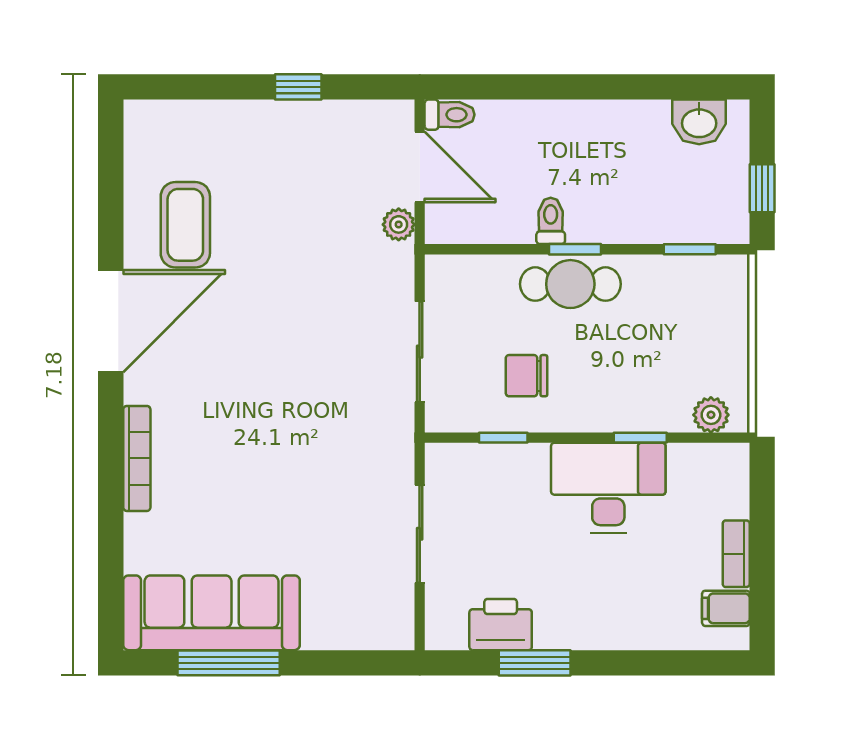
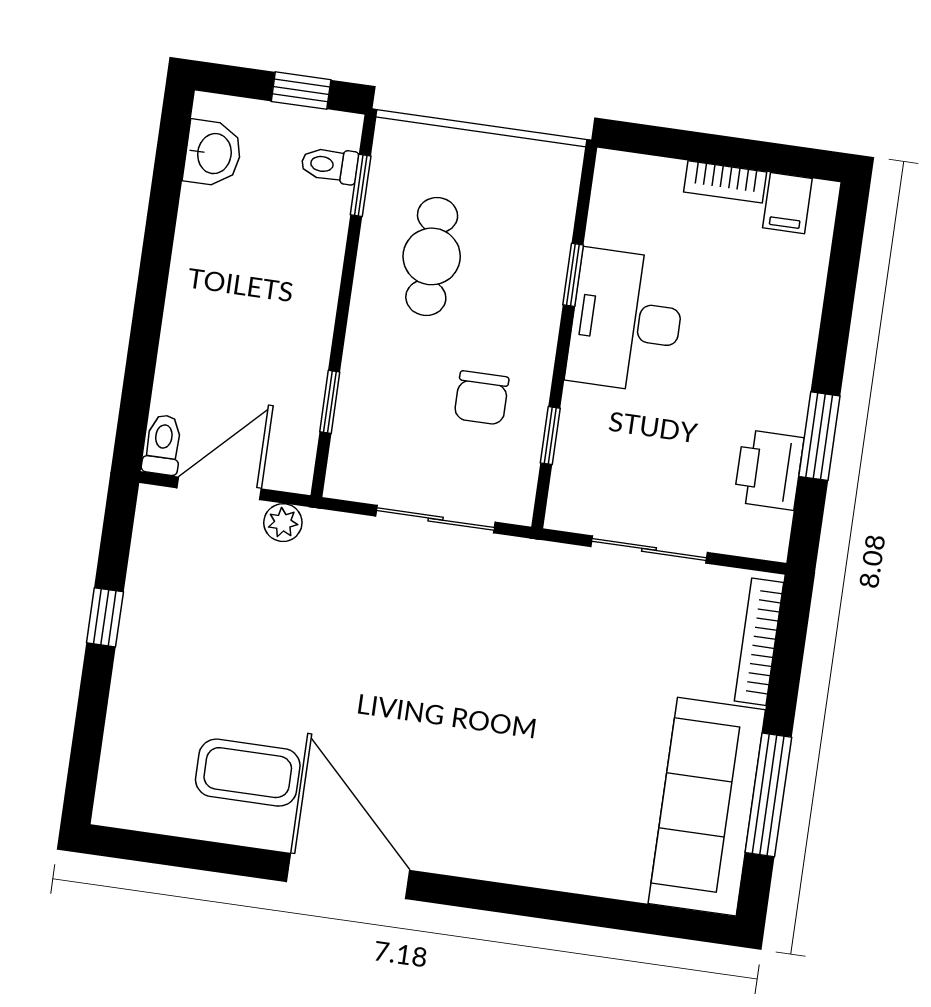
toilet: (551, 221) -> (330, 165), moved
window: (575, 249) -> (330, 402), moved
cafe table: (570, 284) -> (432, 256), moved
plant: (711, 415) -> (558, 188), removed
bookcase: (137, 458) -> (759, 642), moved, turned -90

